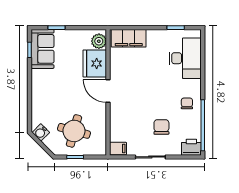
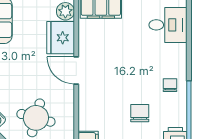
desk: (185, 58) -> (168, 25), width x0.73

